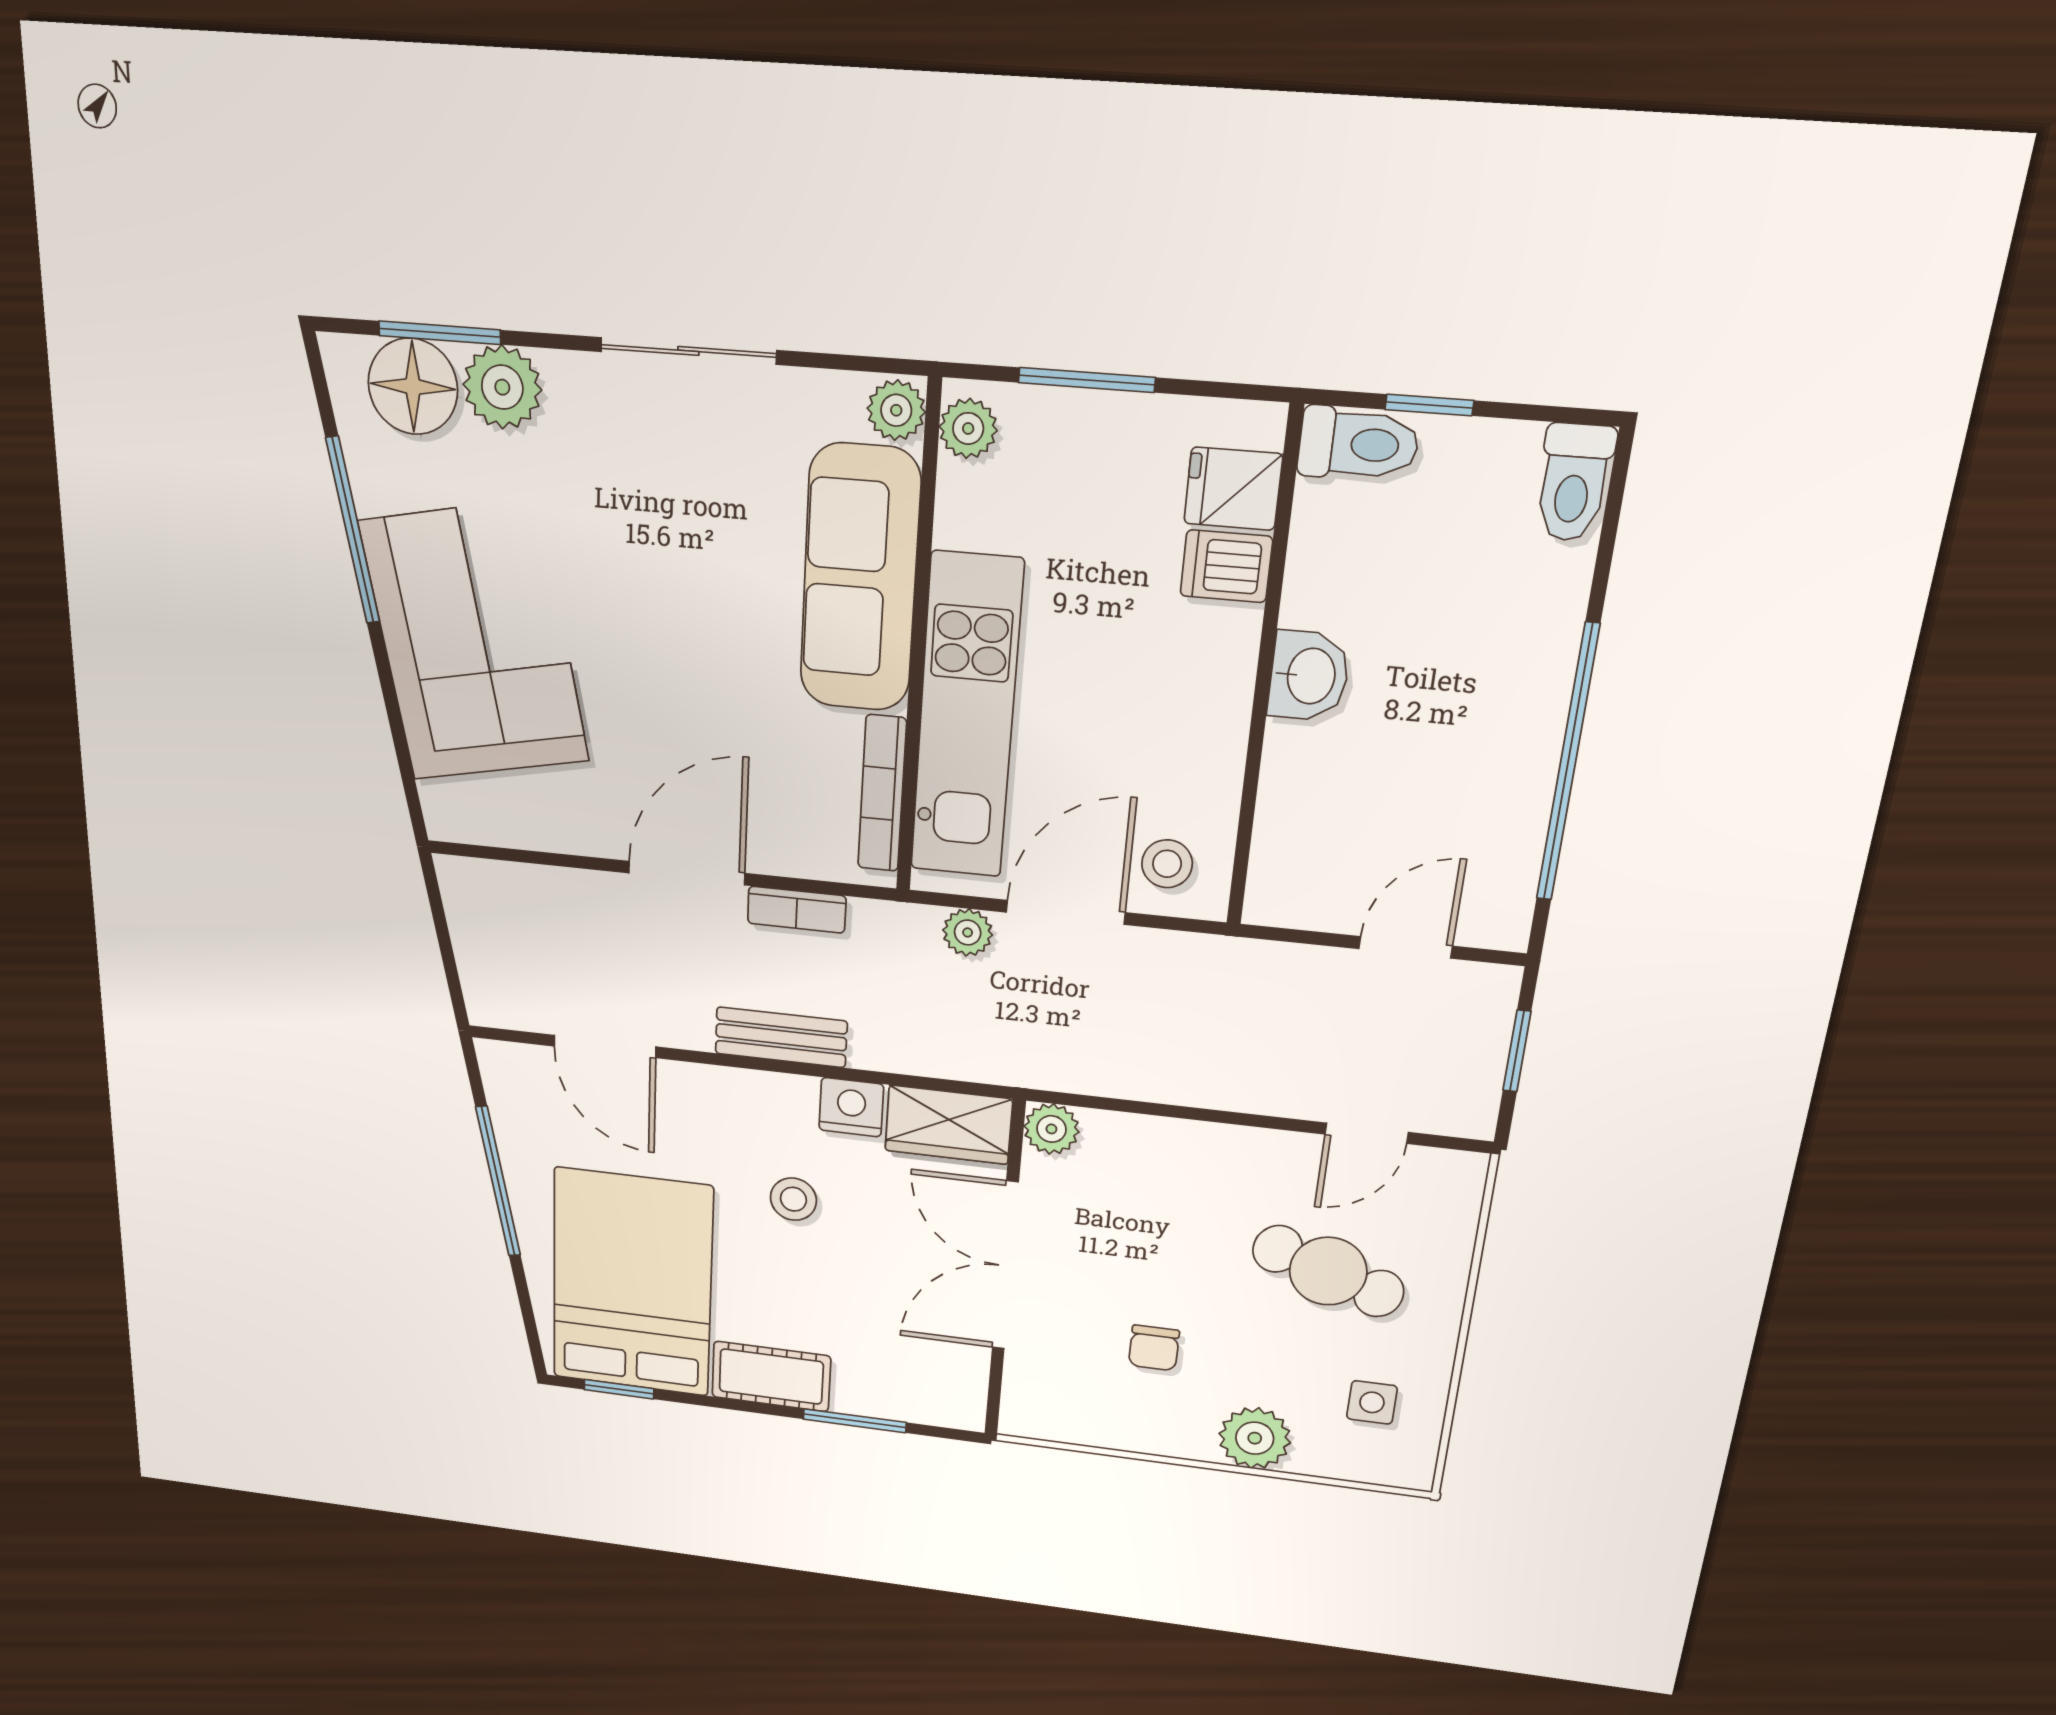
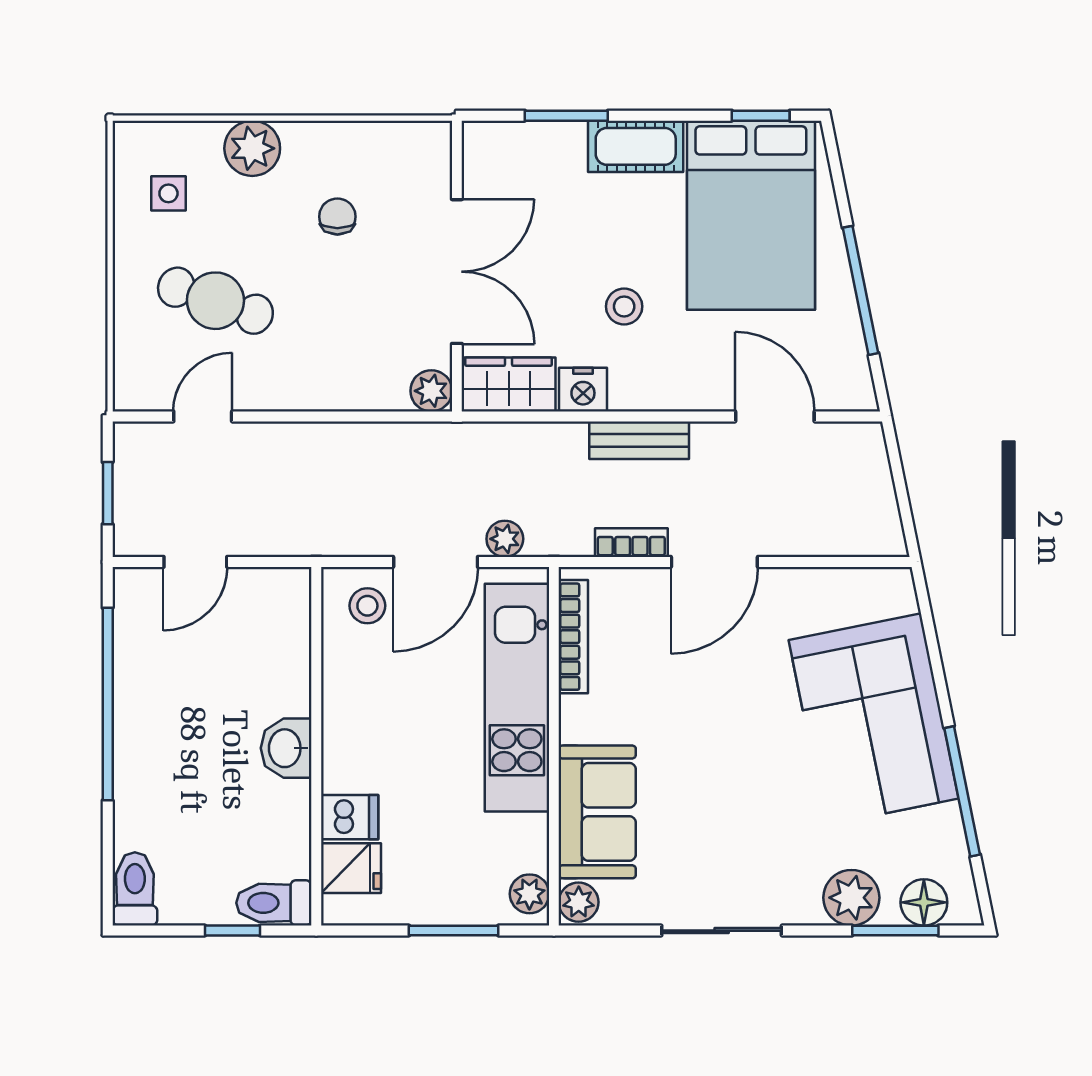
floor lamp: (413, 386) -> (924, 902), width x0.73, depth x0.73
sofa: (860, 579) -> (597, 812), width x0.73

